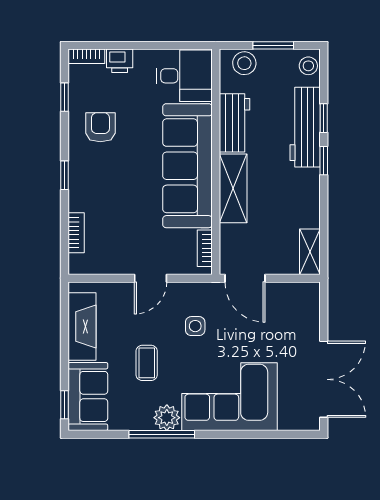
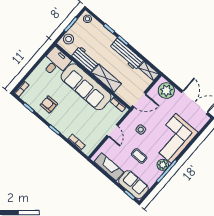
printer: (120, 61) -> (32, 79), removed
workbench: (305, 127) -> (126, 54), moved
plant: (302, 312) -> (166, 91), added

